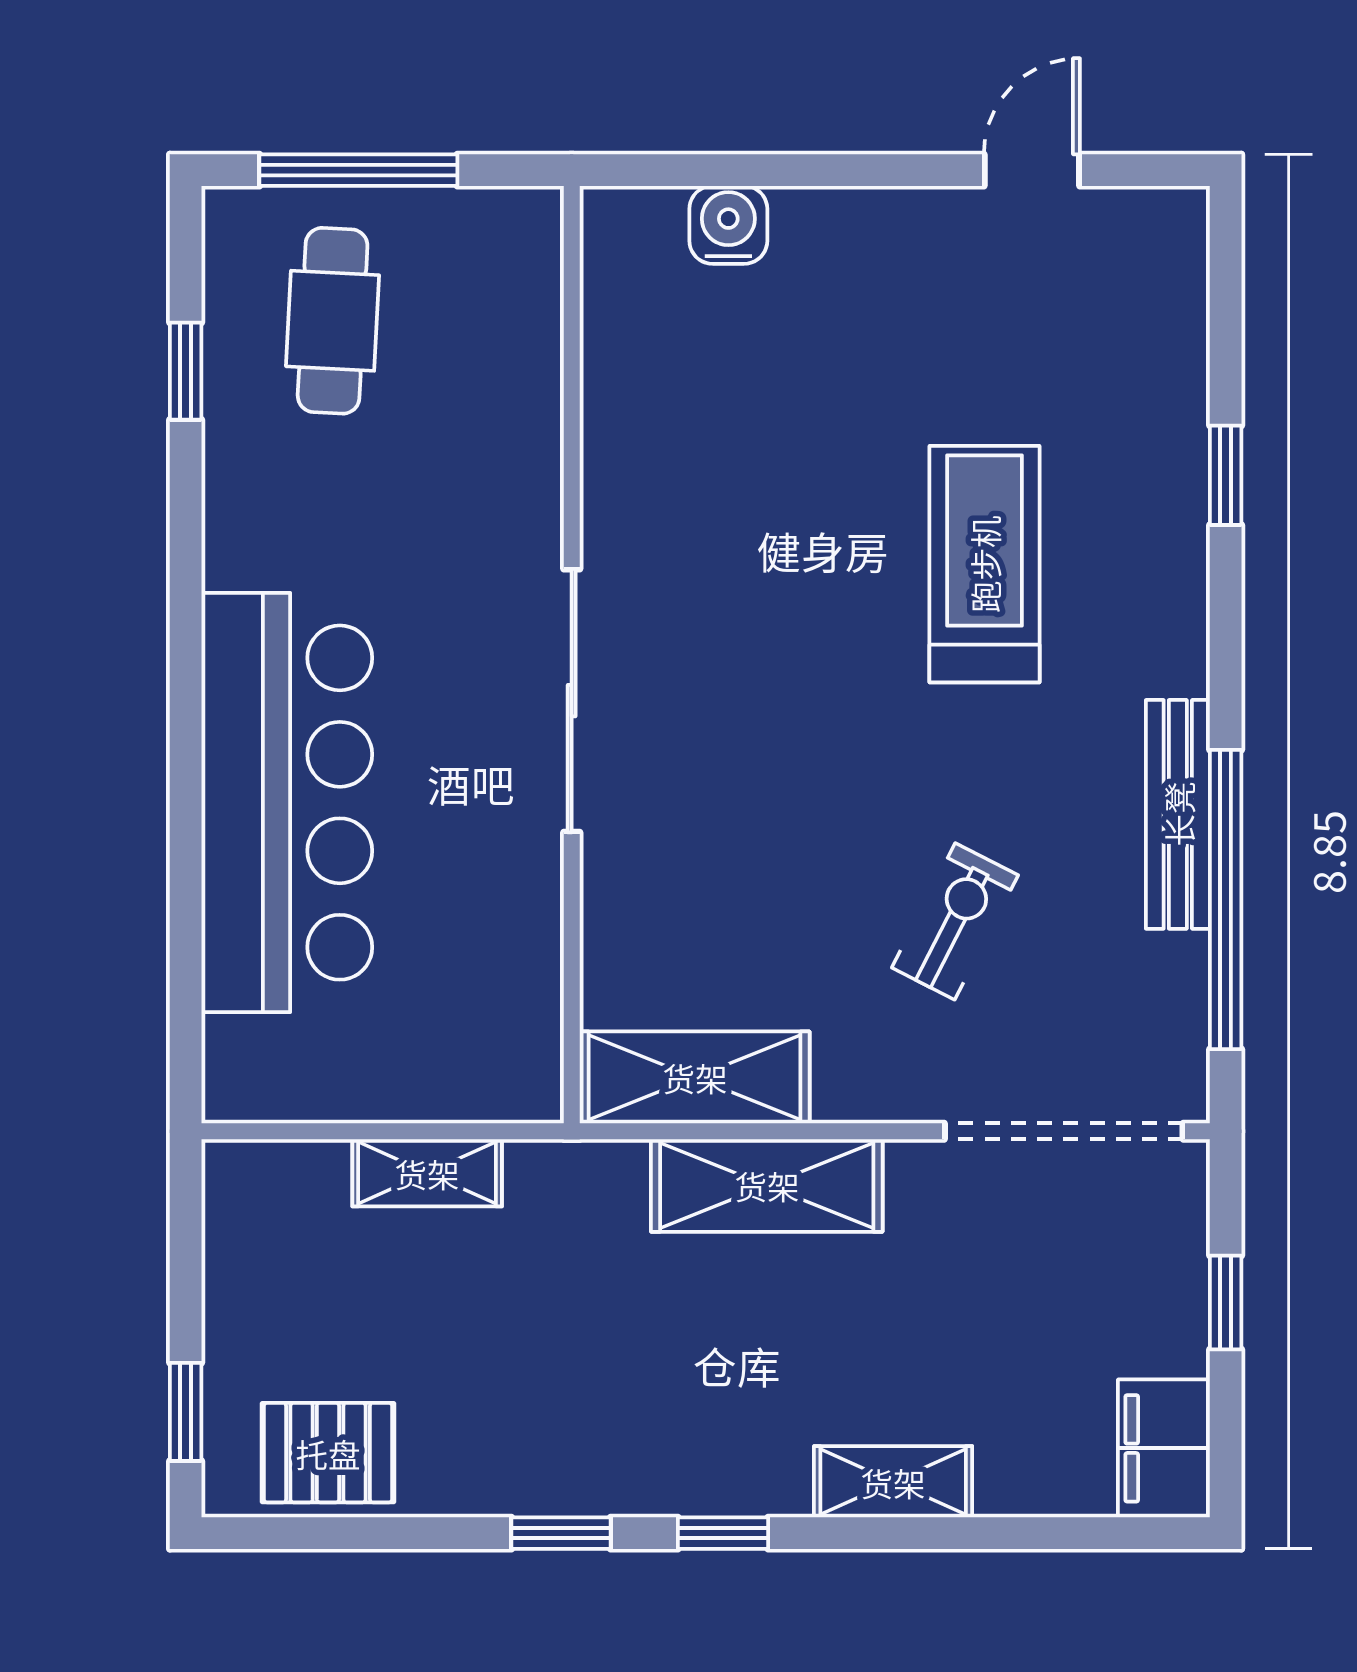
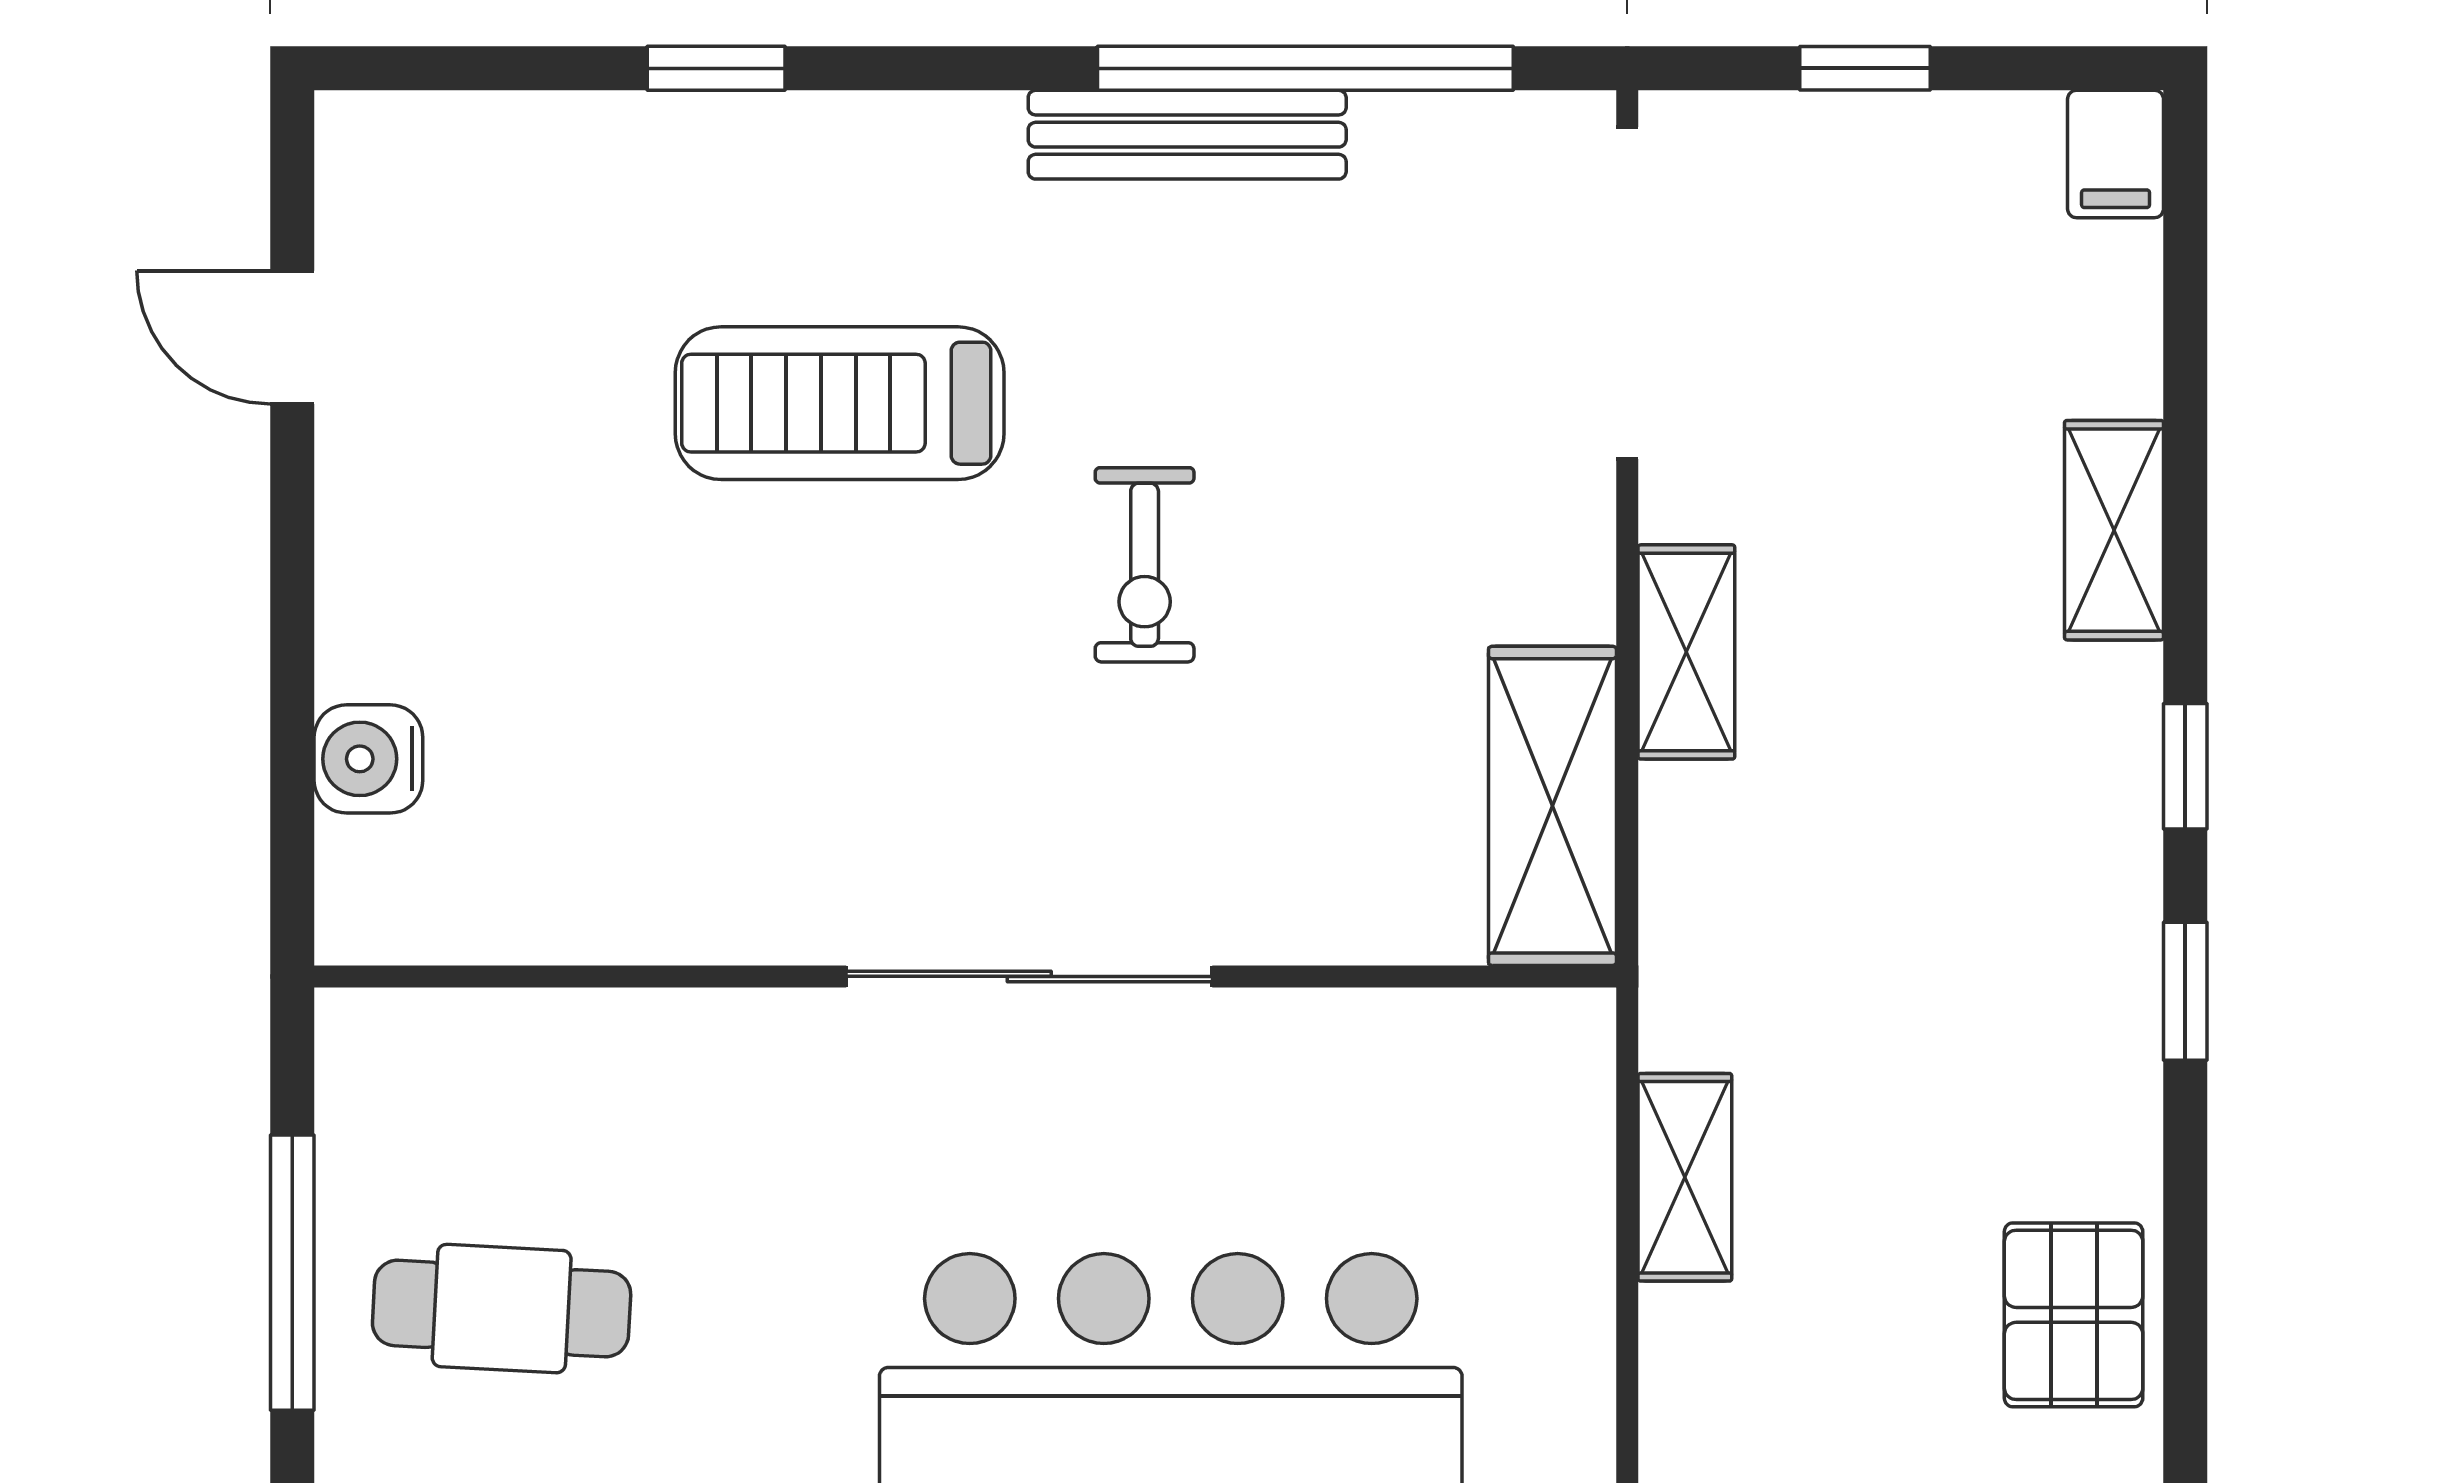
exercise bike: (955, 921) -> (1145, 565), moved, turned -117
shelving: (767, 1185) -> (1686, 652), width x0.67, depth x0.75
filing cabinet: (1164, 1448) -> (2116, 154), width x0.50

